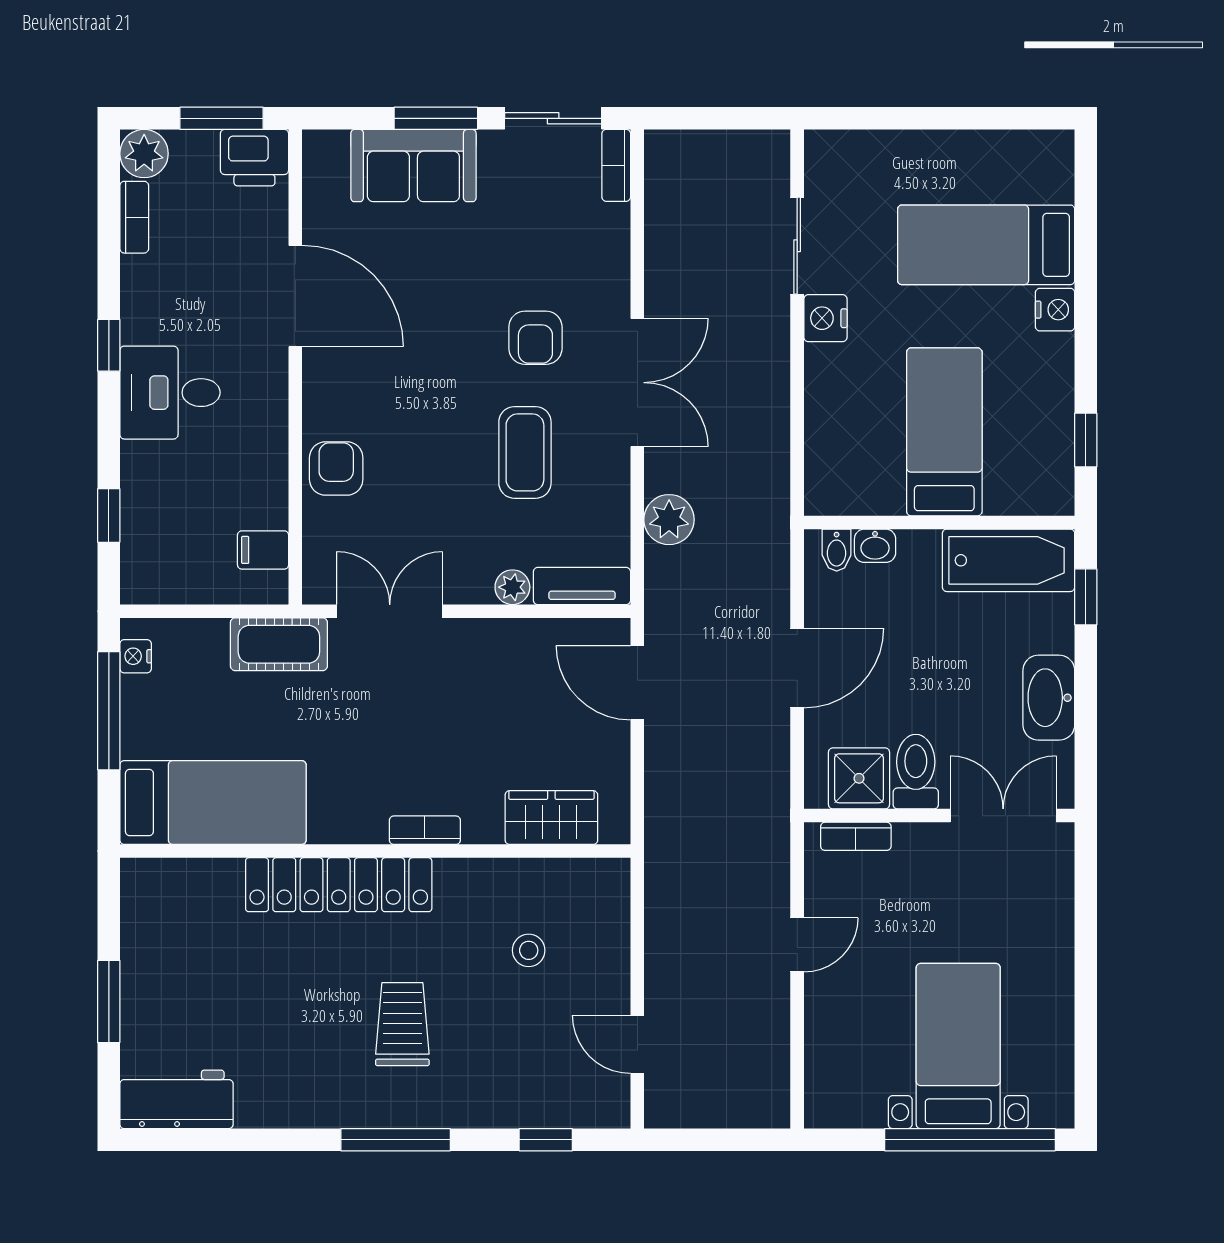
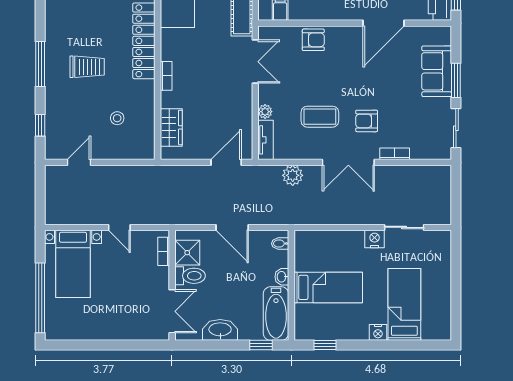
bookcase: (616, 165) -> (395, 154), moved
washbasin: (875, 546) -> (282, 277), moved
bed with nightstands: (958, 1046) -> (73, 264), moved, turned 90

